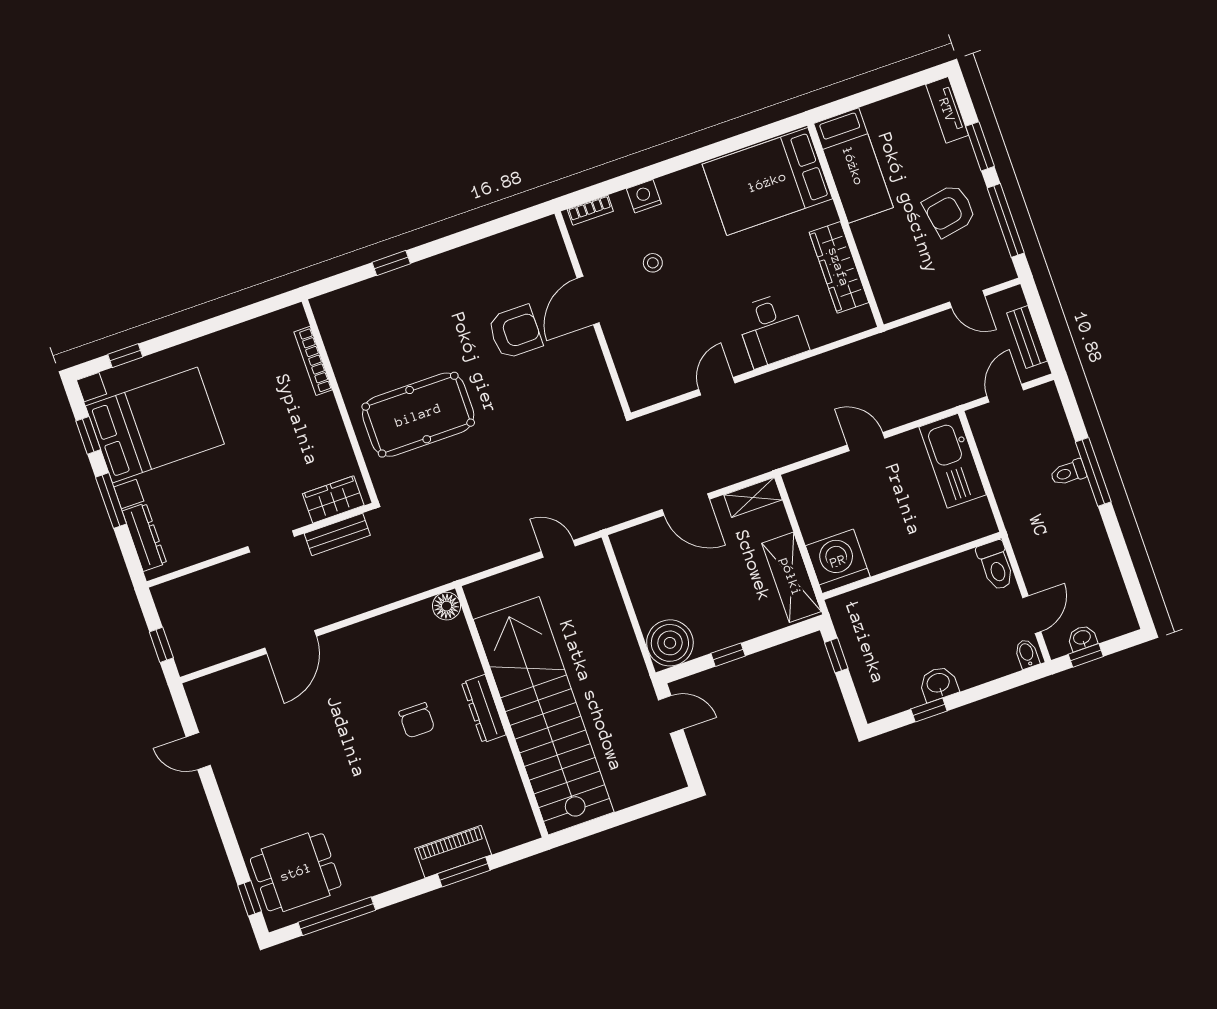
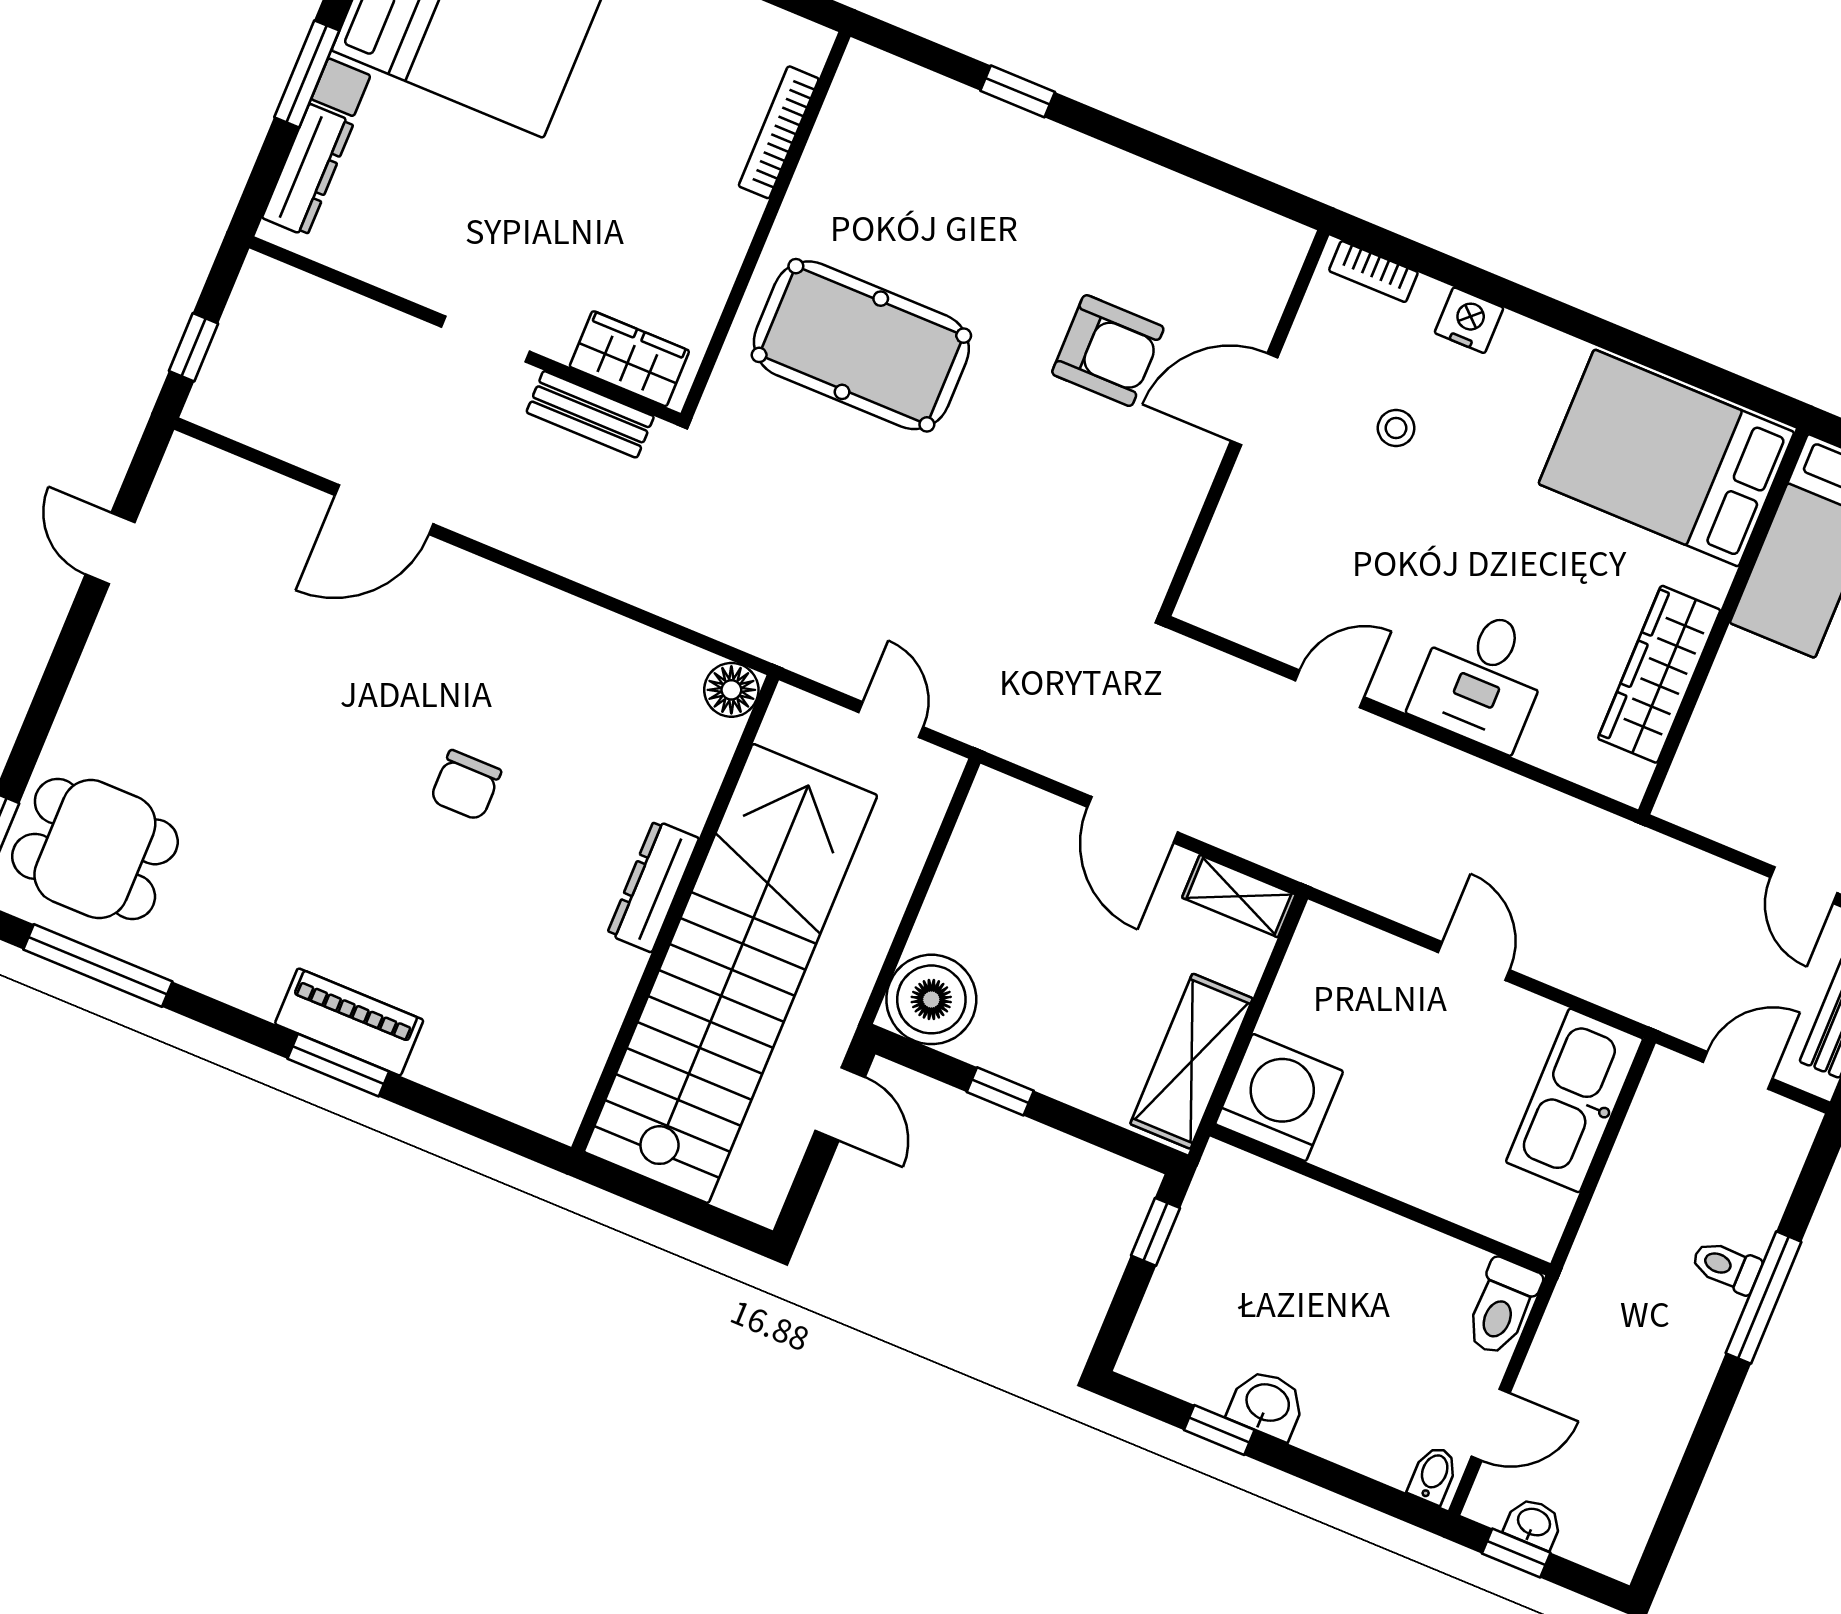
floor lamp: (447, 606) -> (731, 690), moved
dresser: (484, 709) -> (653, 886), moved
wall: (502, 712) -> (675, 914), moved
stairs: (544, 716) -> (731, 973), moved

